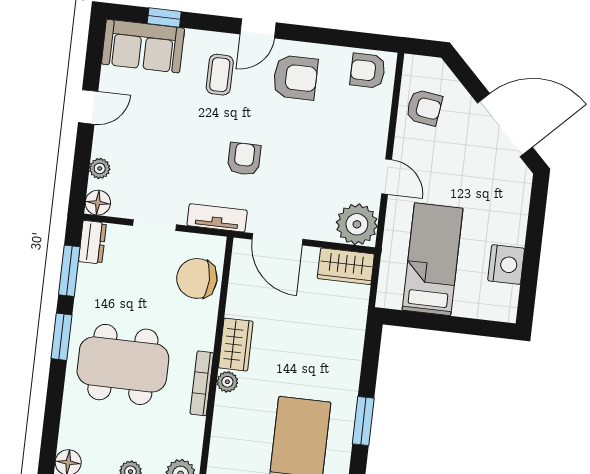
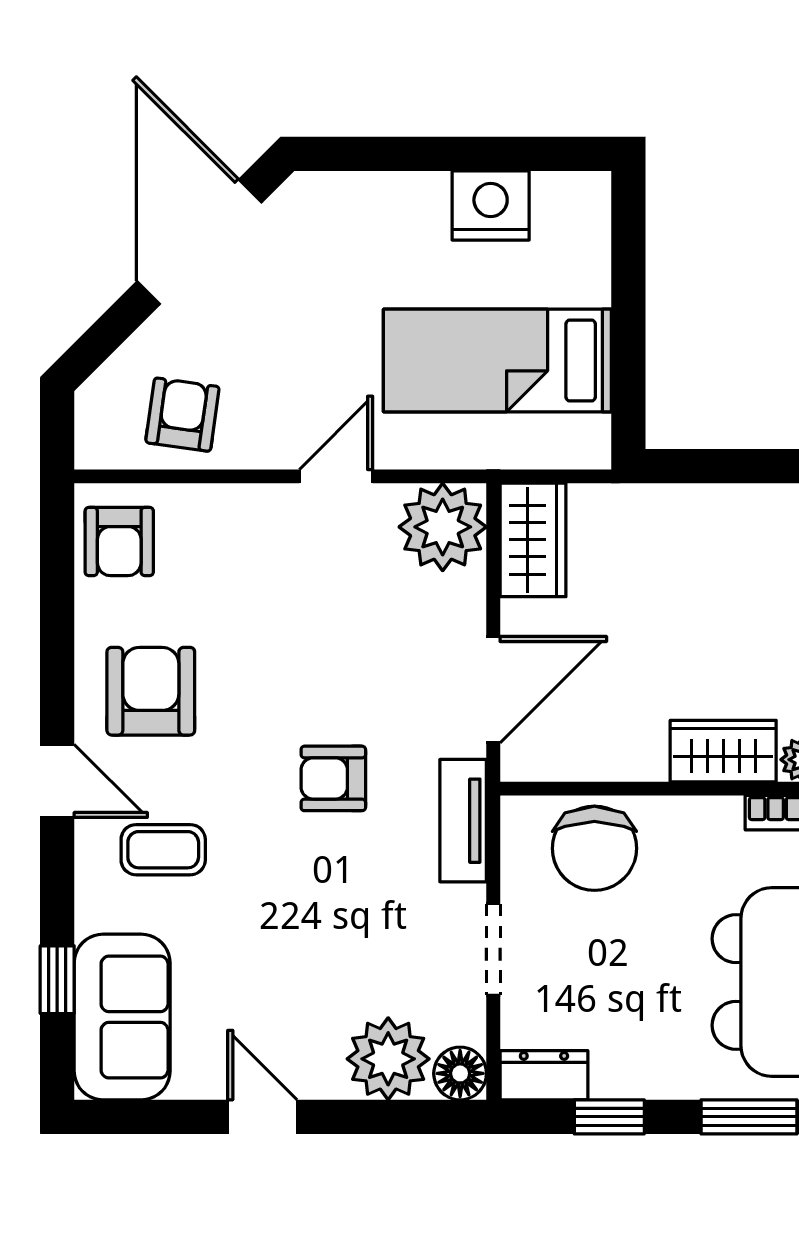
plant: (100, 168) -> (388, 1059), width x1.87, depth x1.87
window: (69, 271) -> (609, 1117), width x0.67

